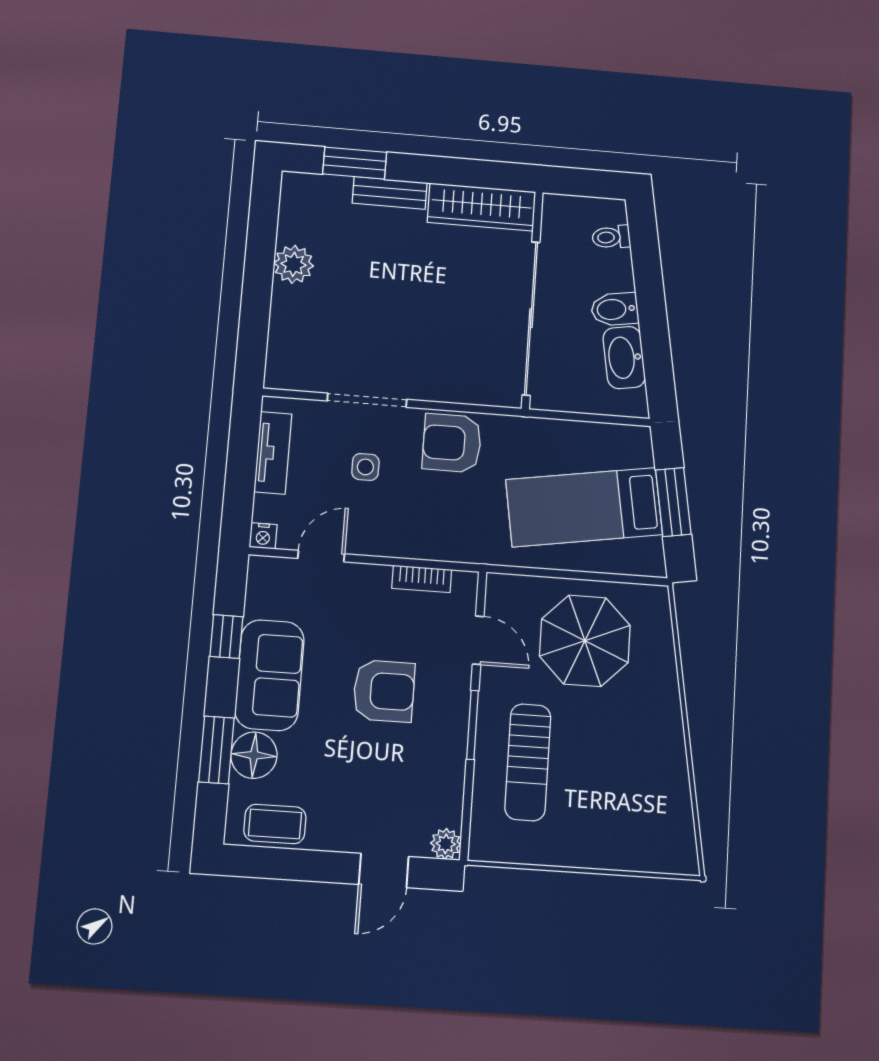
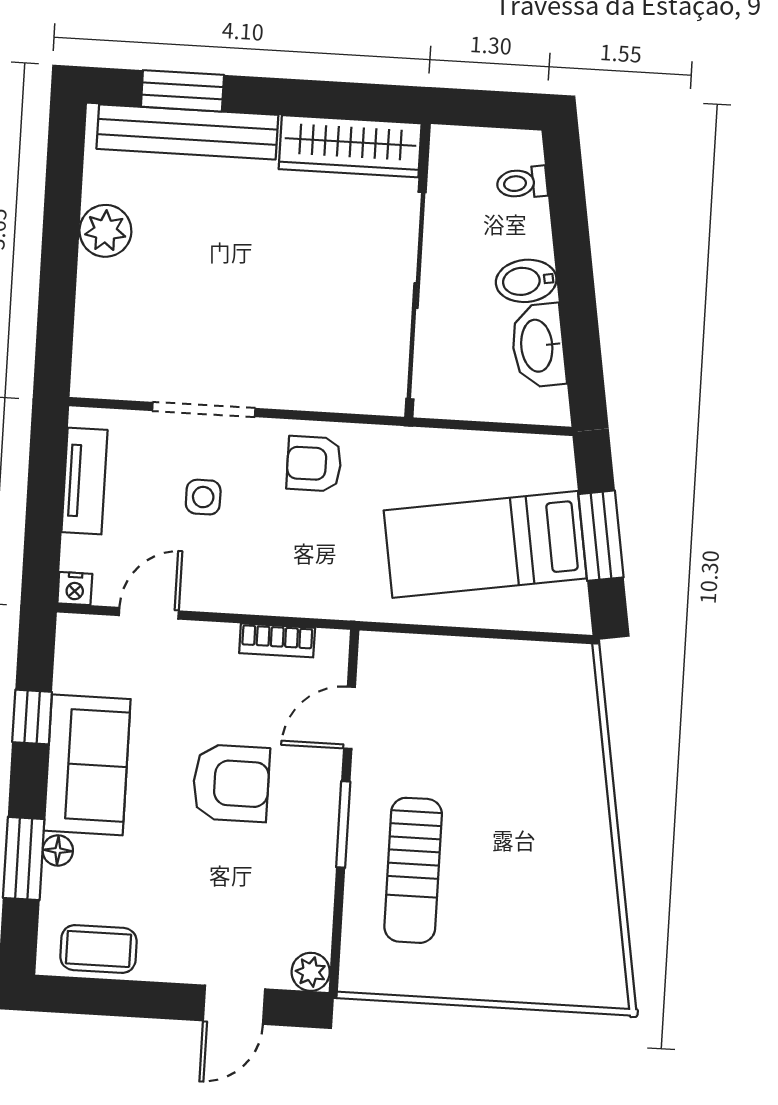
bench: (390, 193) -> (187, 132), width x1.86, depth x1.21
armchair: (452, 443) -> (314, 464), width x0.72, depth x0.72
door: (478, 640) -> (350, 718), swing flipped
parasol: (585, 641) -> (486, 717), removed
floor lamp: (254, 755) -> (58, 850), width x0.53, depth x0.53

